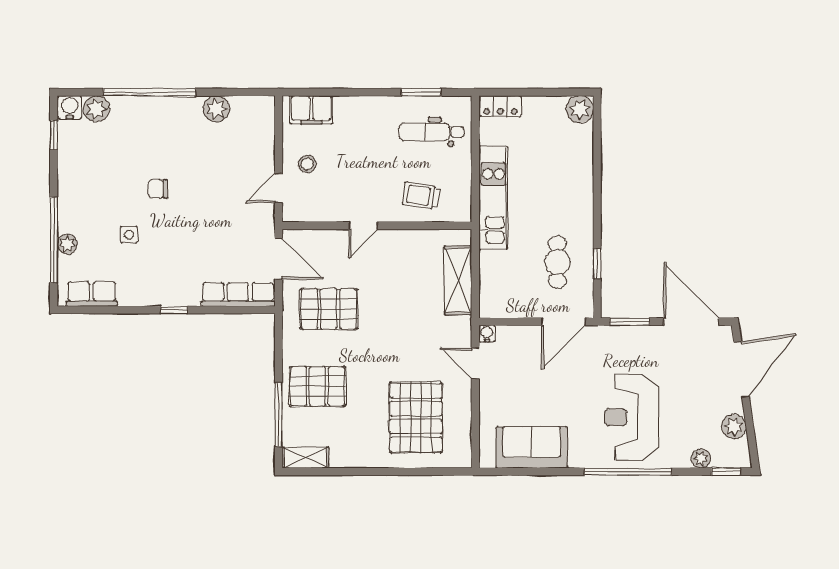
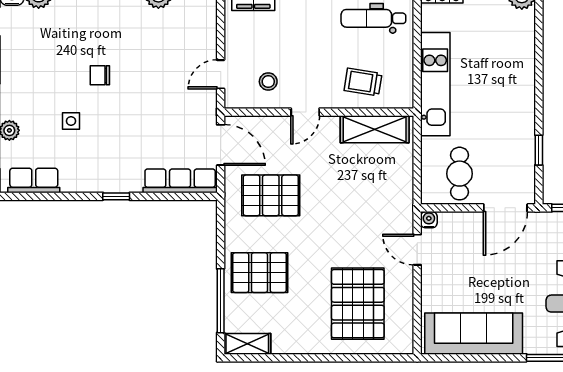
stool: (307, 164) -> (268, 82), moved
cafe table: (557, 262) -> (460, 174), moved
shelving: (458, 280) -> (375, 129), moved, turned 90
sofa: (532, 447) -> (474, 334), width x1.36

